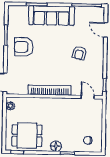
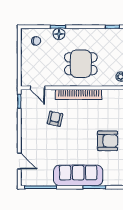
armchair: (79, 53) -> (55, 119), moved
dining table: (27, 136) -> (81, 64), moved
floor lamp: (56, 146) -> (59, 34), moved

